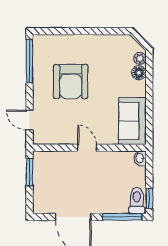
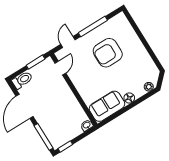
window: (30, 61) -> (93, 26), moved
floor lamp: (139, 73) -> (129, 98), moved
door: (87, 148) -> (60, 68), moved
toilet: (137, 201) -> (22, 80), moved

